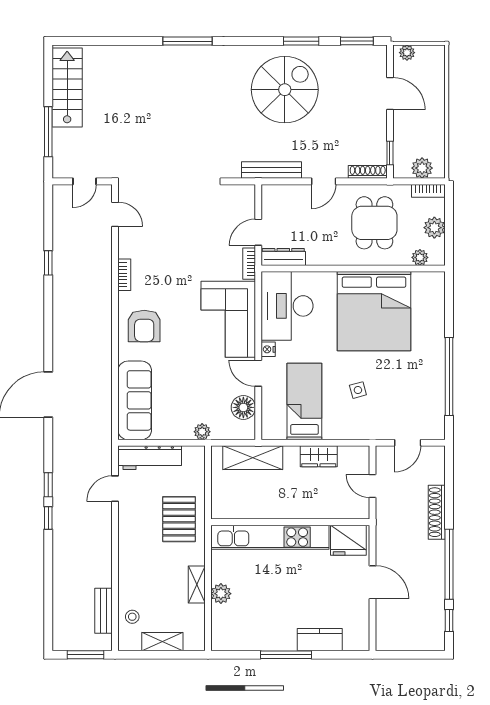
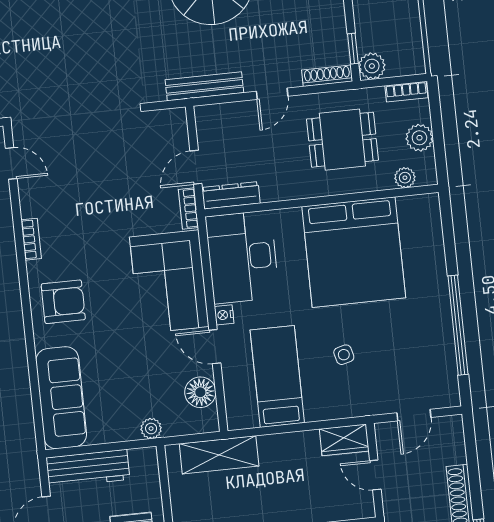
plant: (422, 168) -> (372, 66), moved
dining table: (374, 223) -> (342, 140), turned 90
armchair: (144, 326) -> (63, 302), turned -90
wardrobe: (319, 456) -> (344, 440), moved

